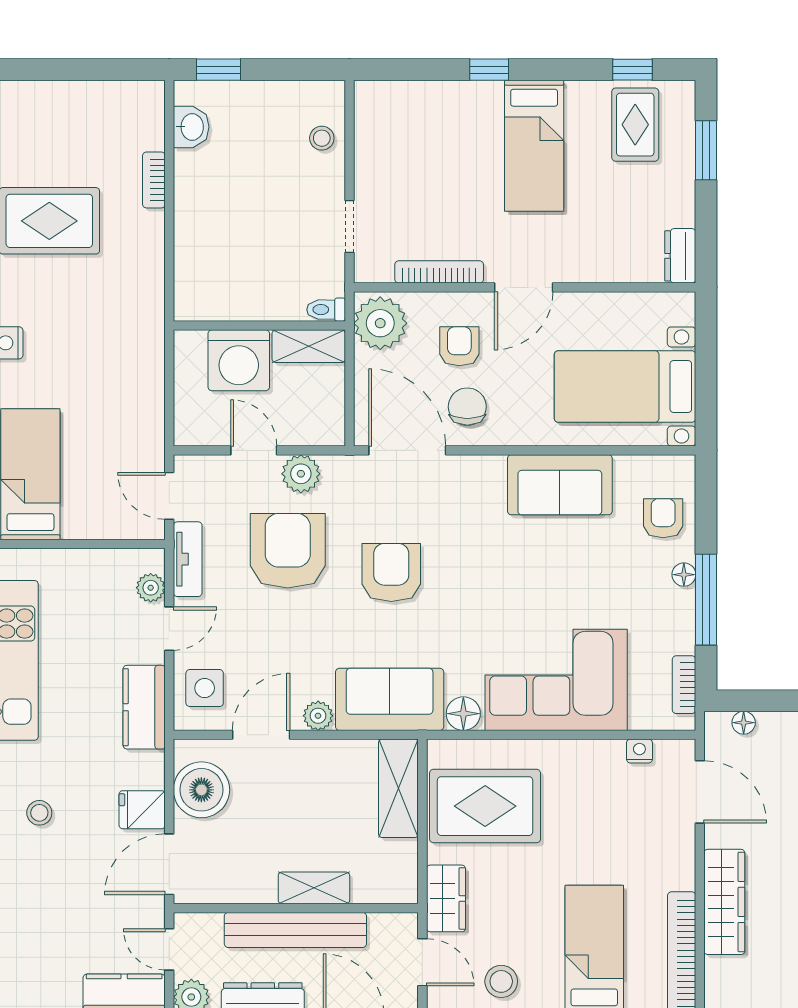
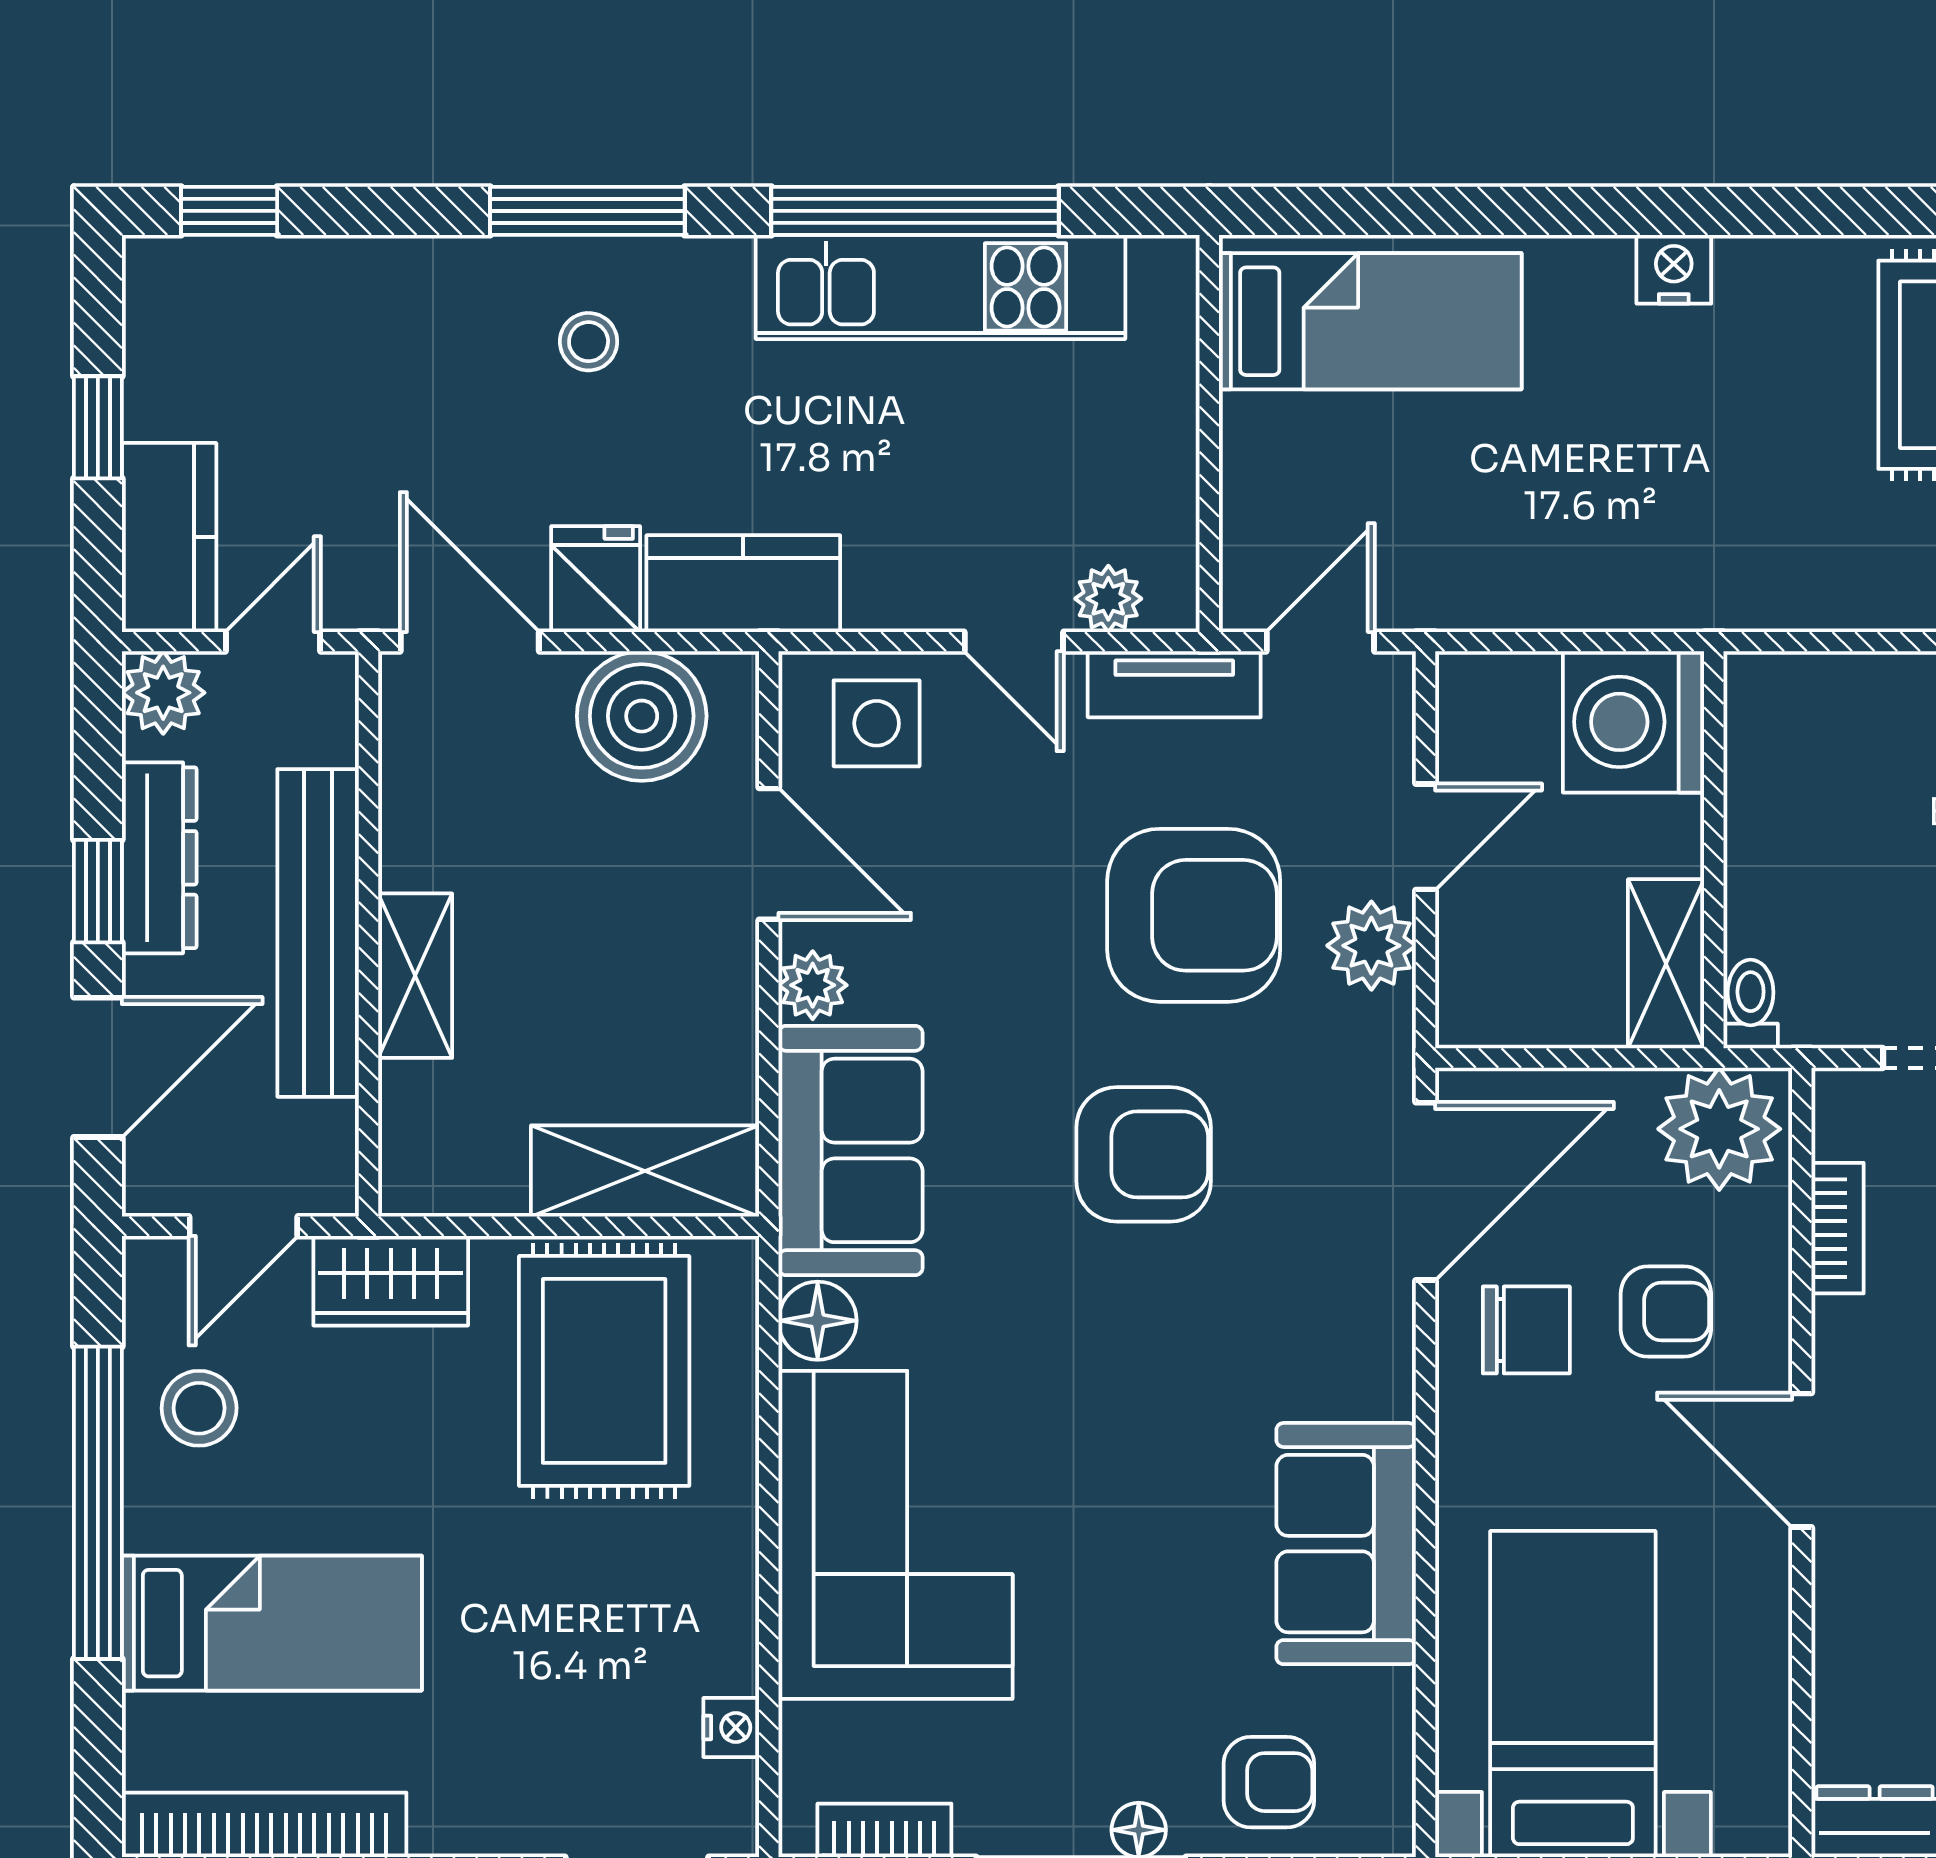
bookcase: (439, 272) -> (1838, 1228), width x0.64
washing machine: (239, 360) -> (1633, 722), moved
kitchen counter: (144, 707) -> (743, 584), moved

